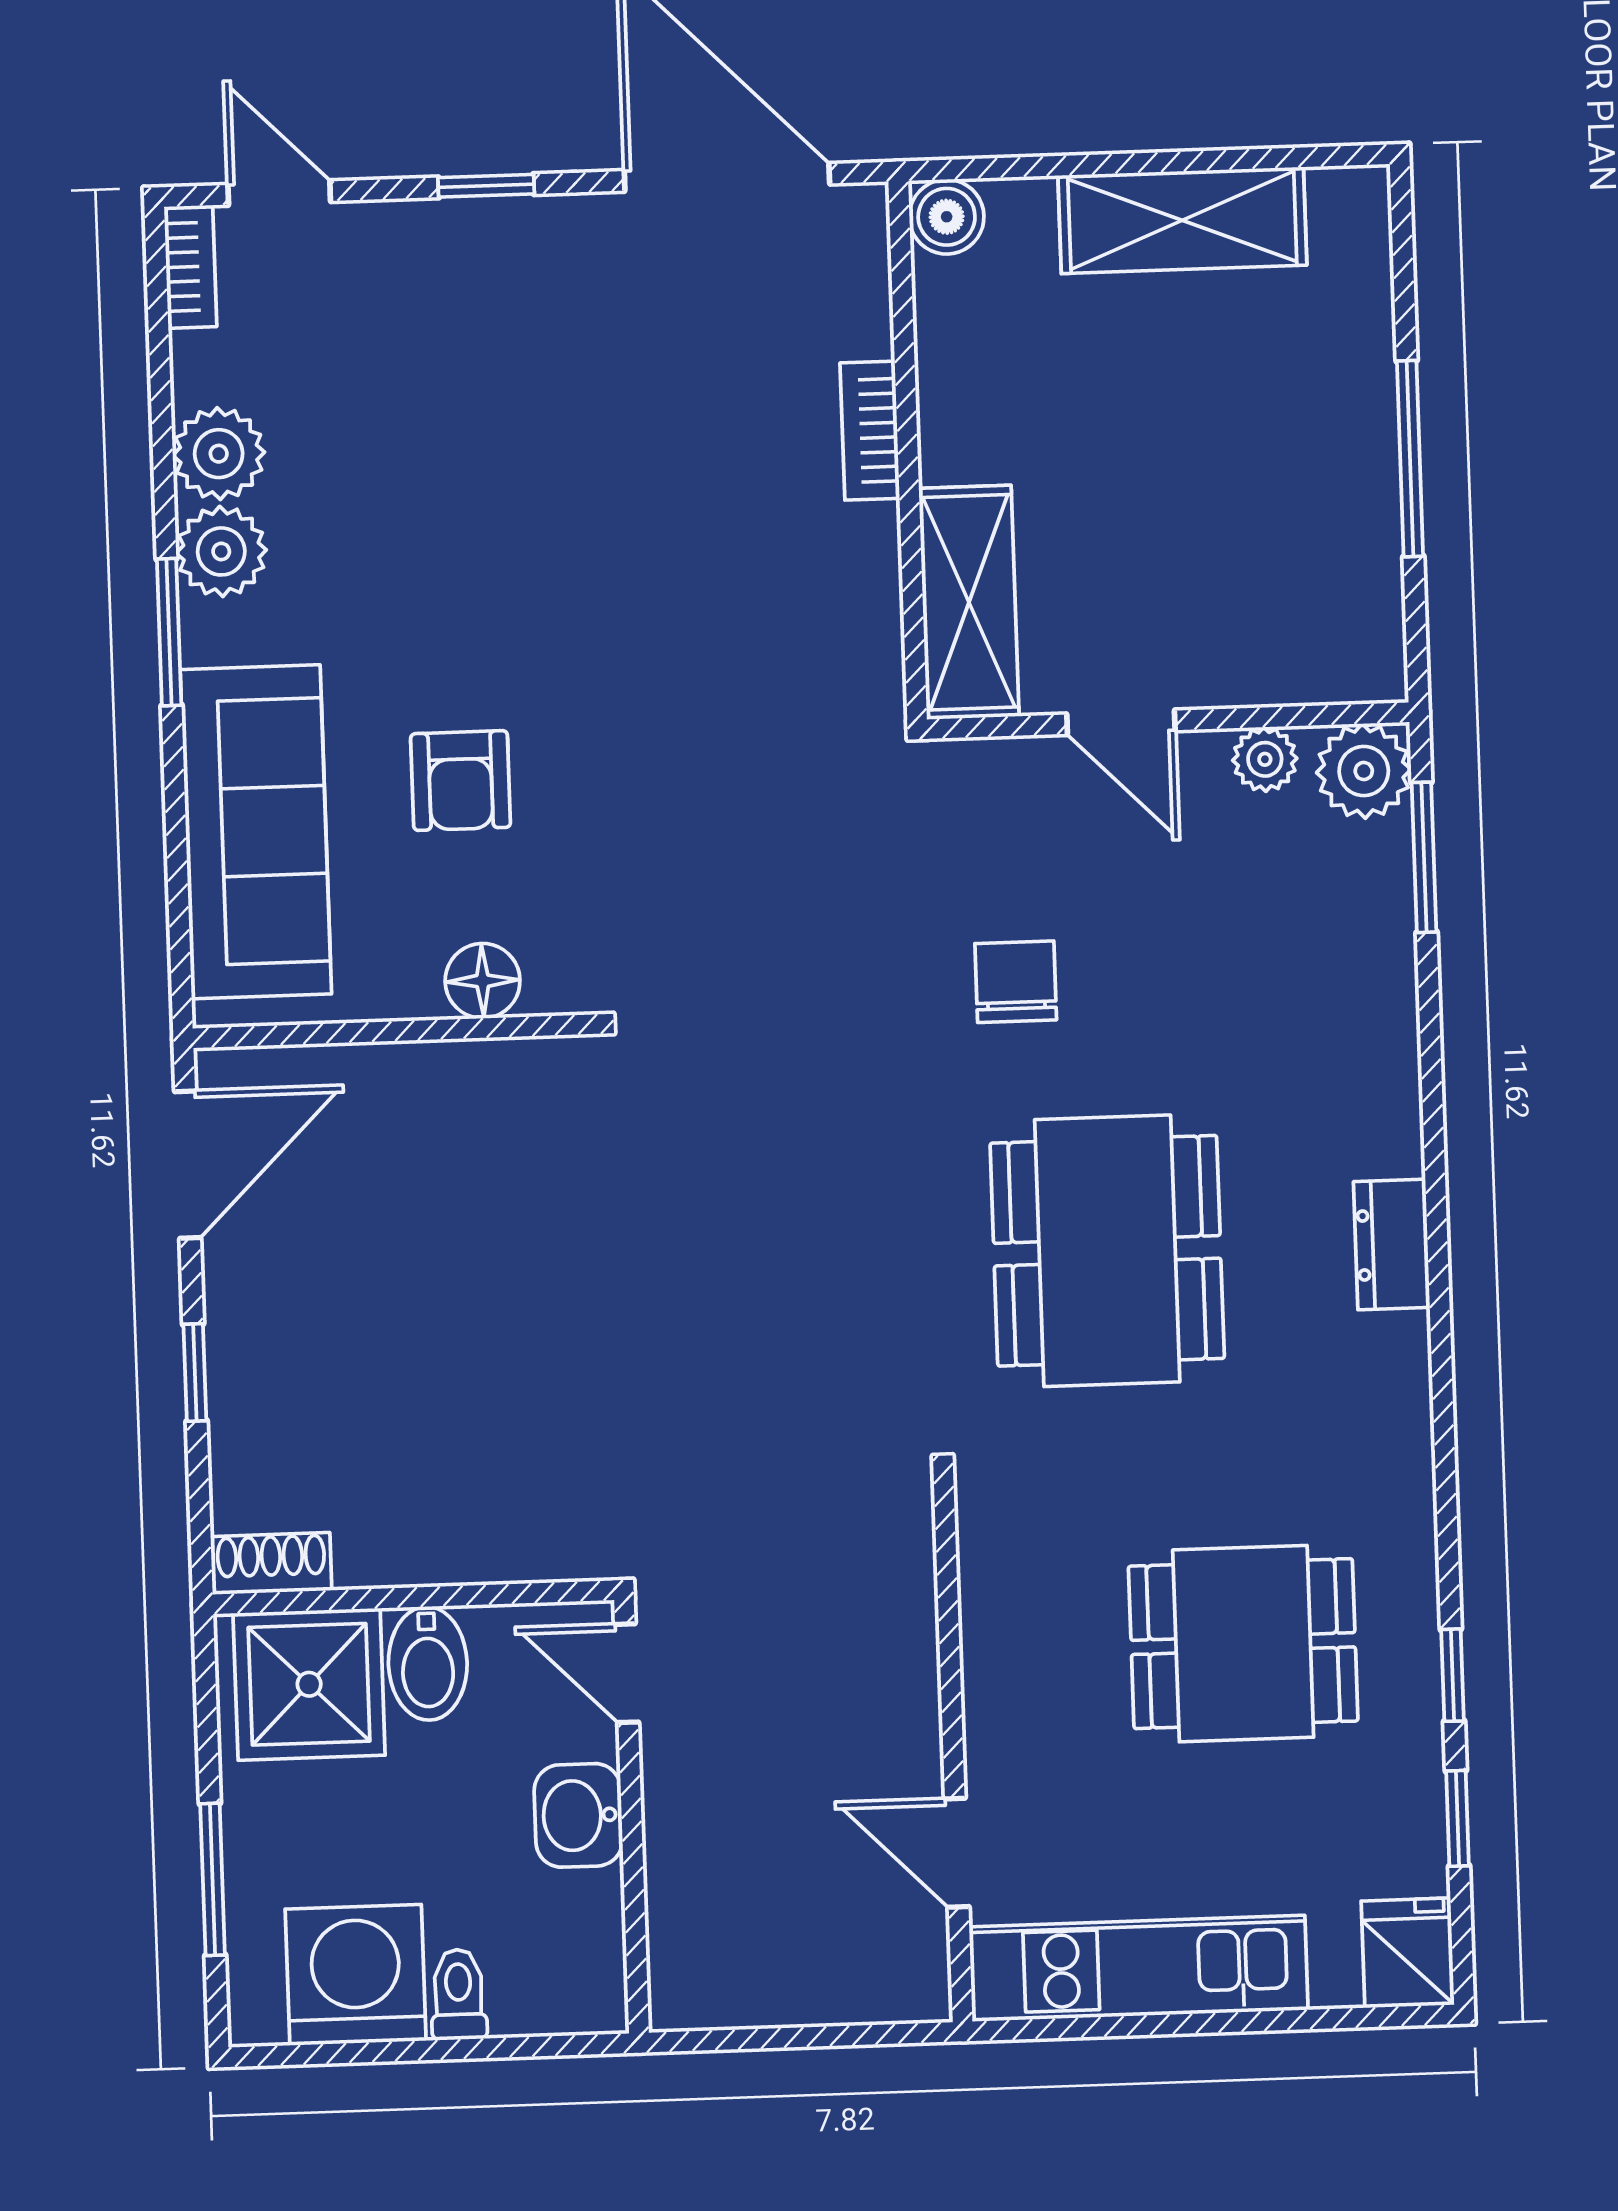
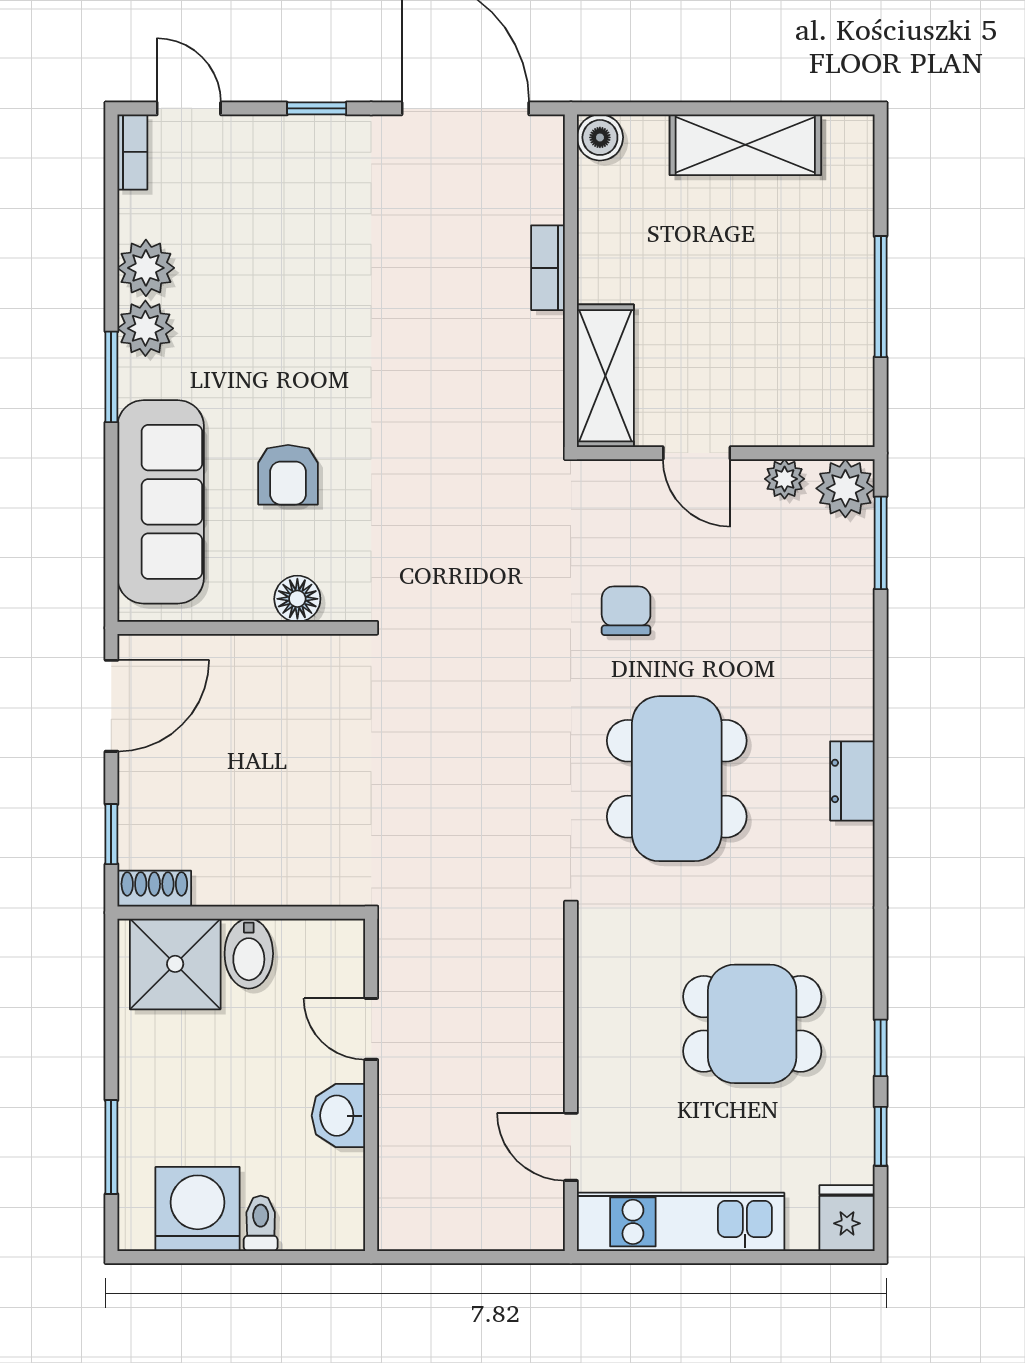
shoe rack: (271, 1564) -> (154, 889), moved
wall: (413, 1597) -> (241, 913), moved
bidet: (428, 1663) -> (249, 954), moved
shower: (309, 1684) -> (175, 964), moved

